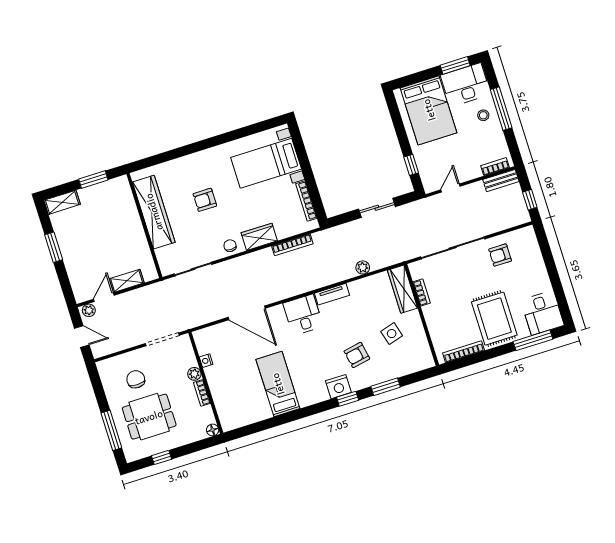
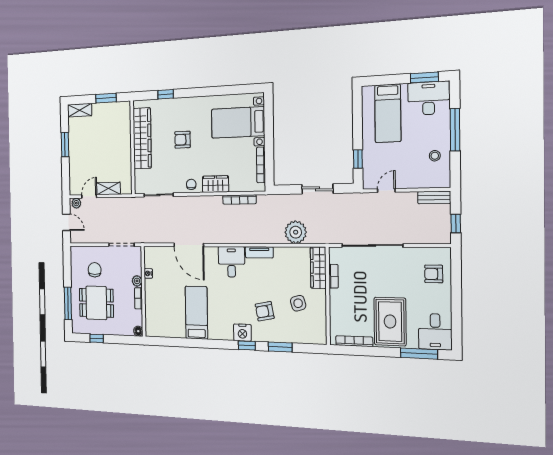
bed: (429, 110) -> (388, 113), width x0.67
stool: (483, 115) -> (435, 156), moved
window: (169, 156) -> (166, 94), added
bookcase: (495, 167) -> (433, 183), removed
armchair: (500, 255) -> (434, 274), moved
plant: (363, 267) -> (296, 232), width x1.88, depth x1.88

